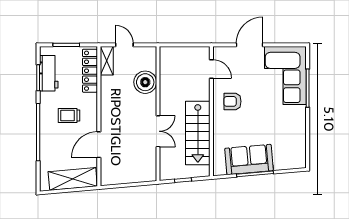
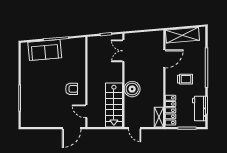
door: (124, 45) -> (135, 128), moved
door: (250, 45) -> (72, 128), moved
corner sofa: (285, 75) -> (35, 107), removed
boiler: (145, 82) -> (132, 89), moved
double door: (158, 131) -> (123, 51), moved
stairs: (198, 133) -> (114, 105), moved, turned 180
sofa: (249, 159) -> (45, 50), moved

